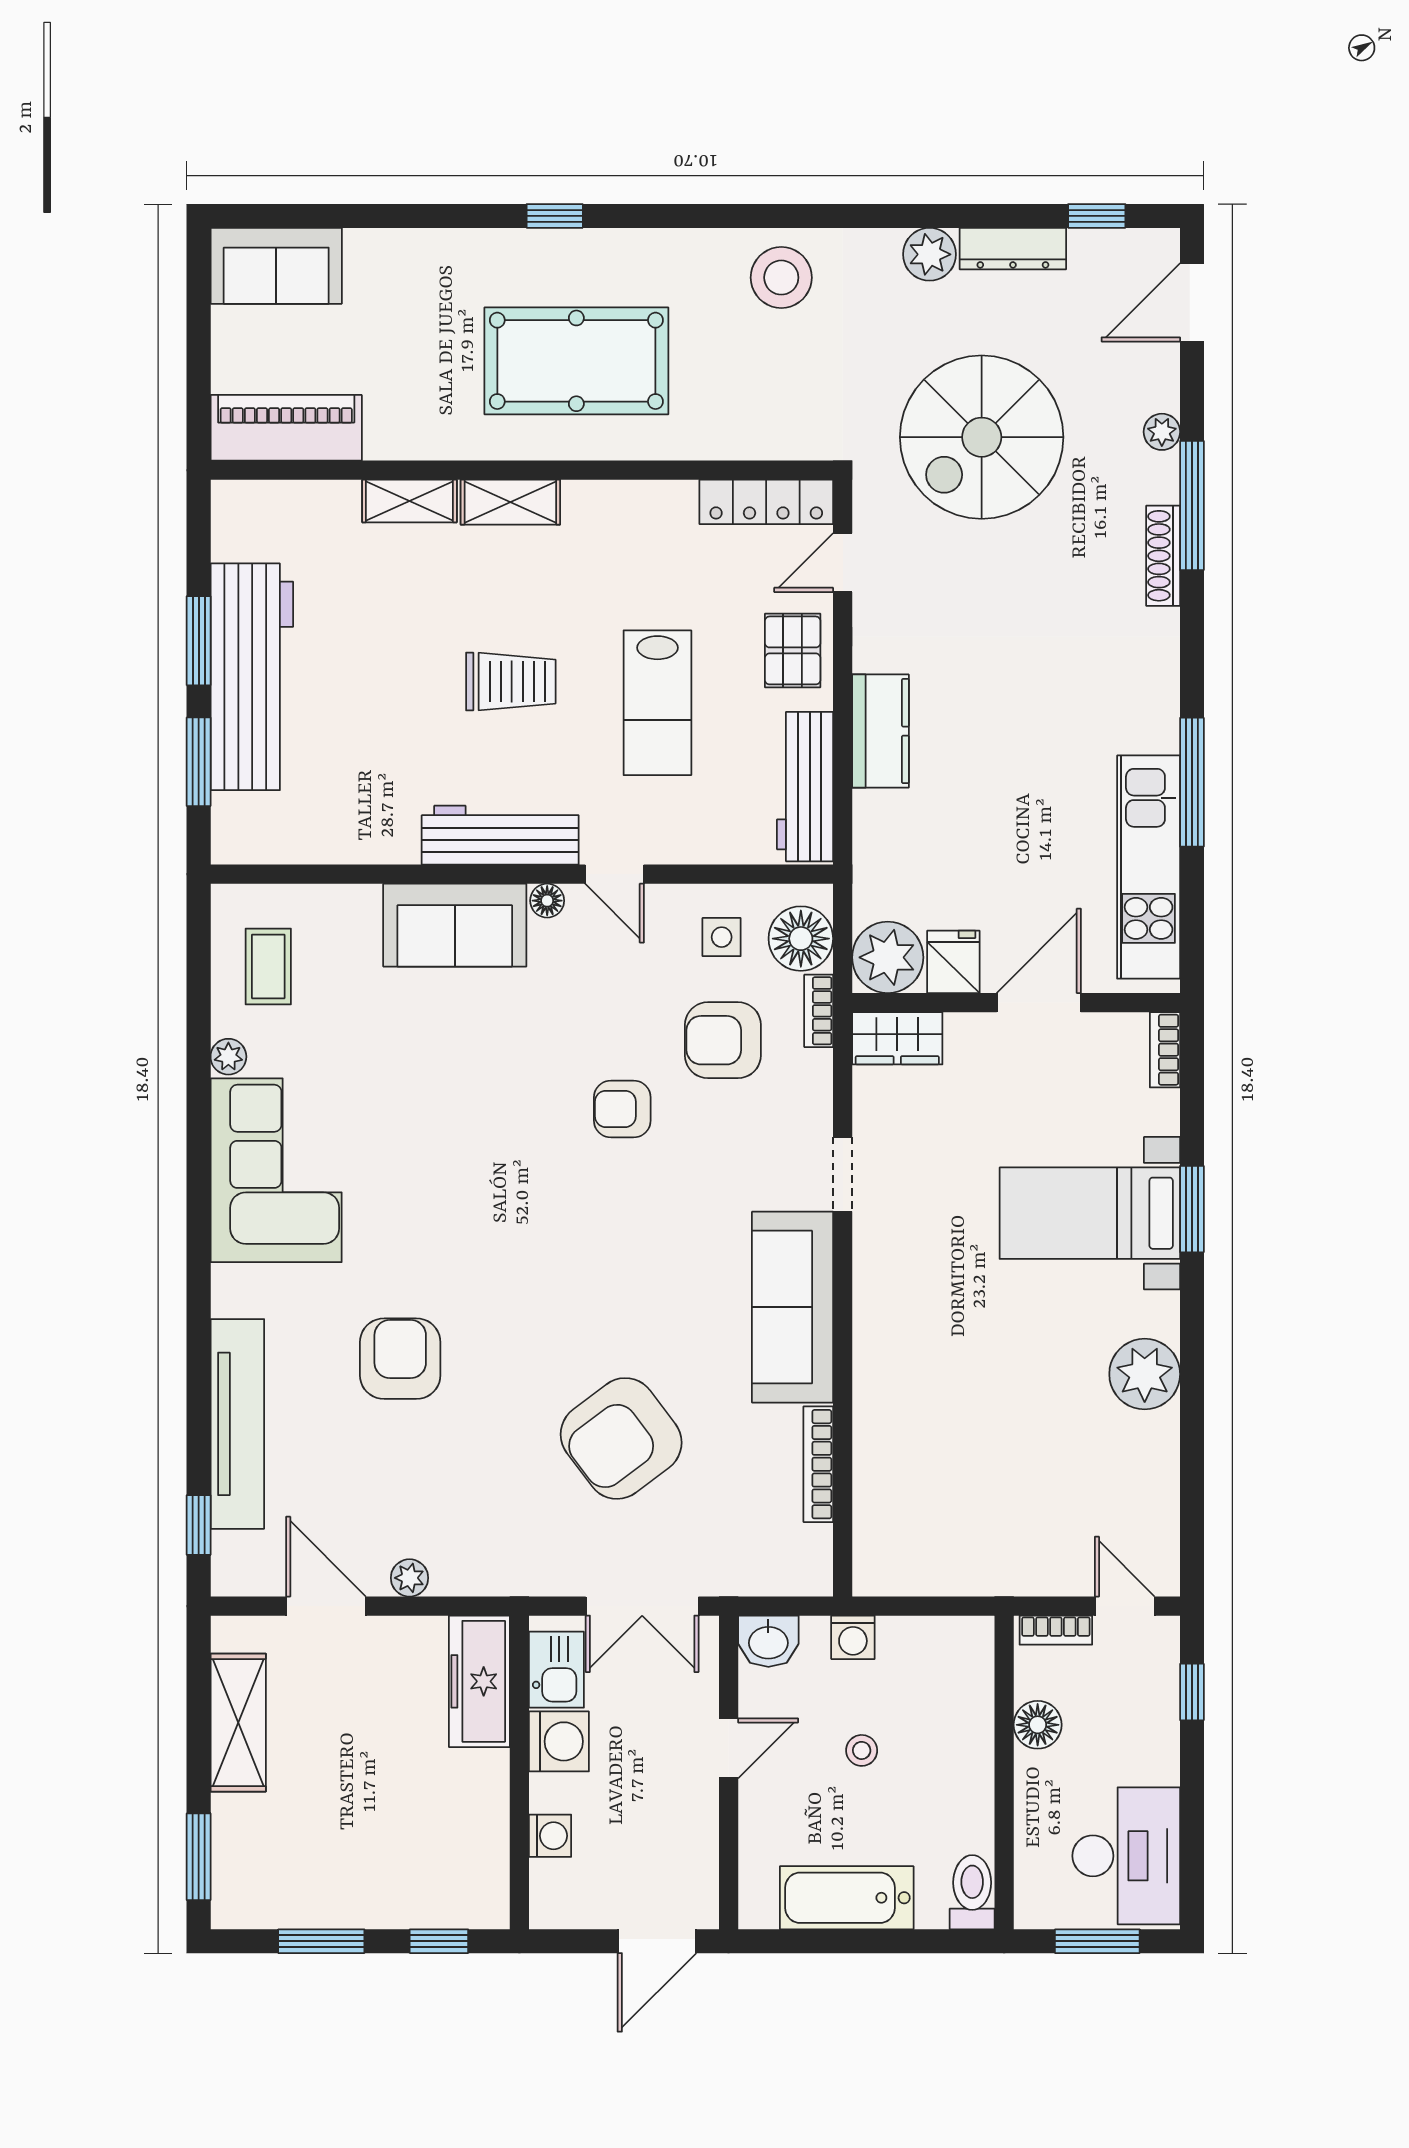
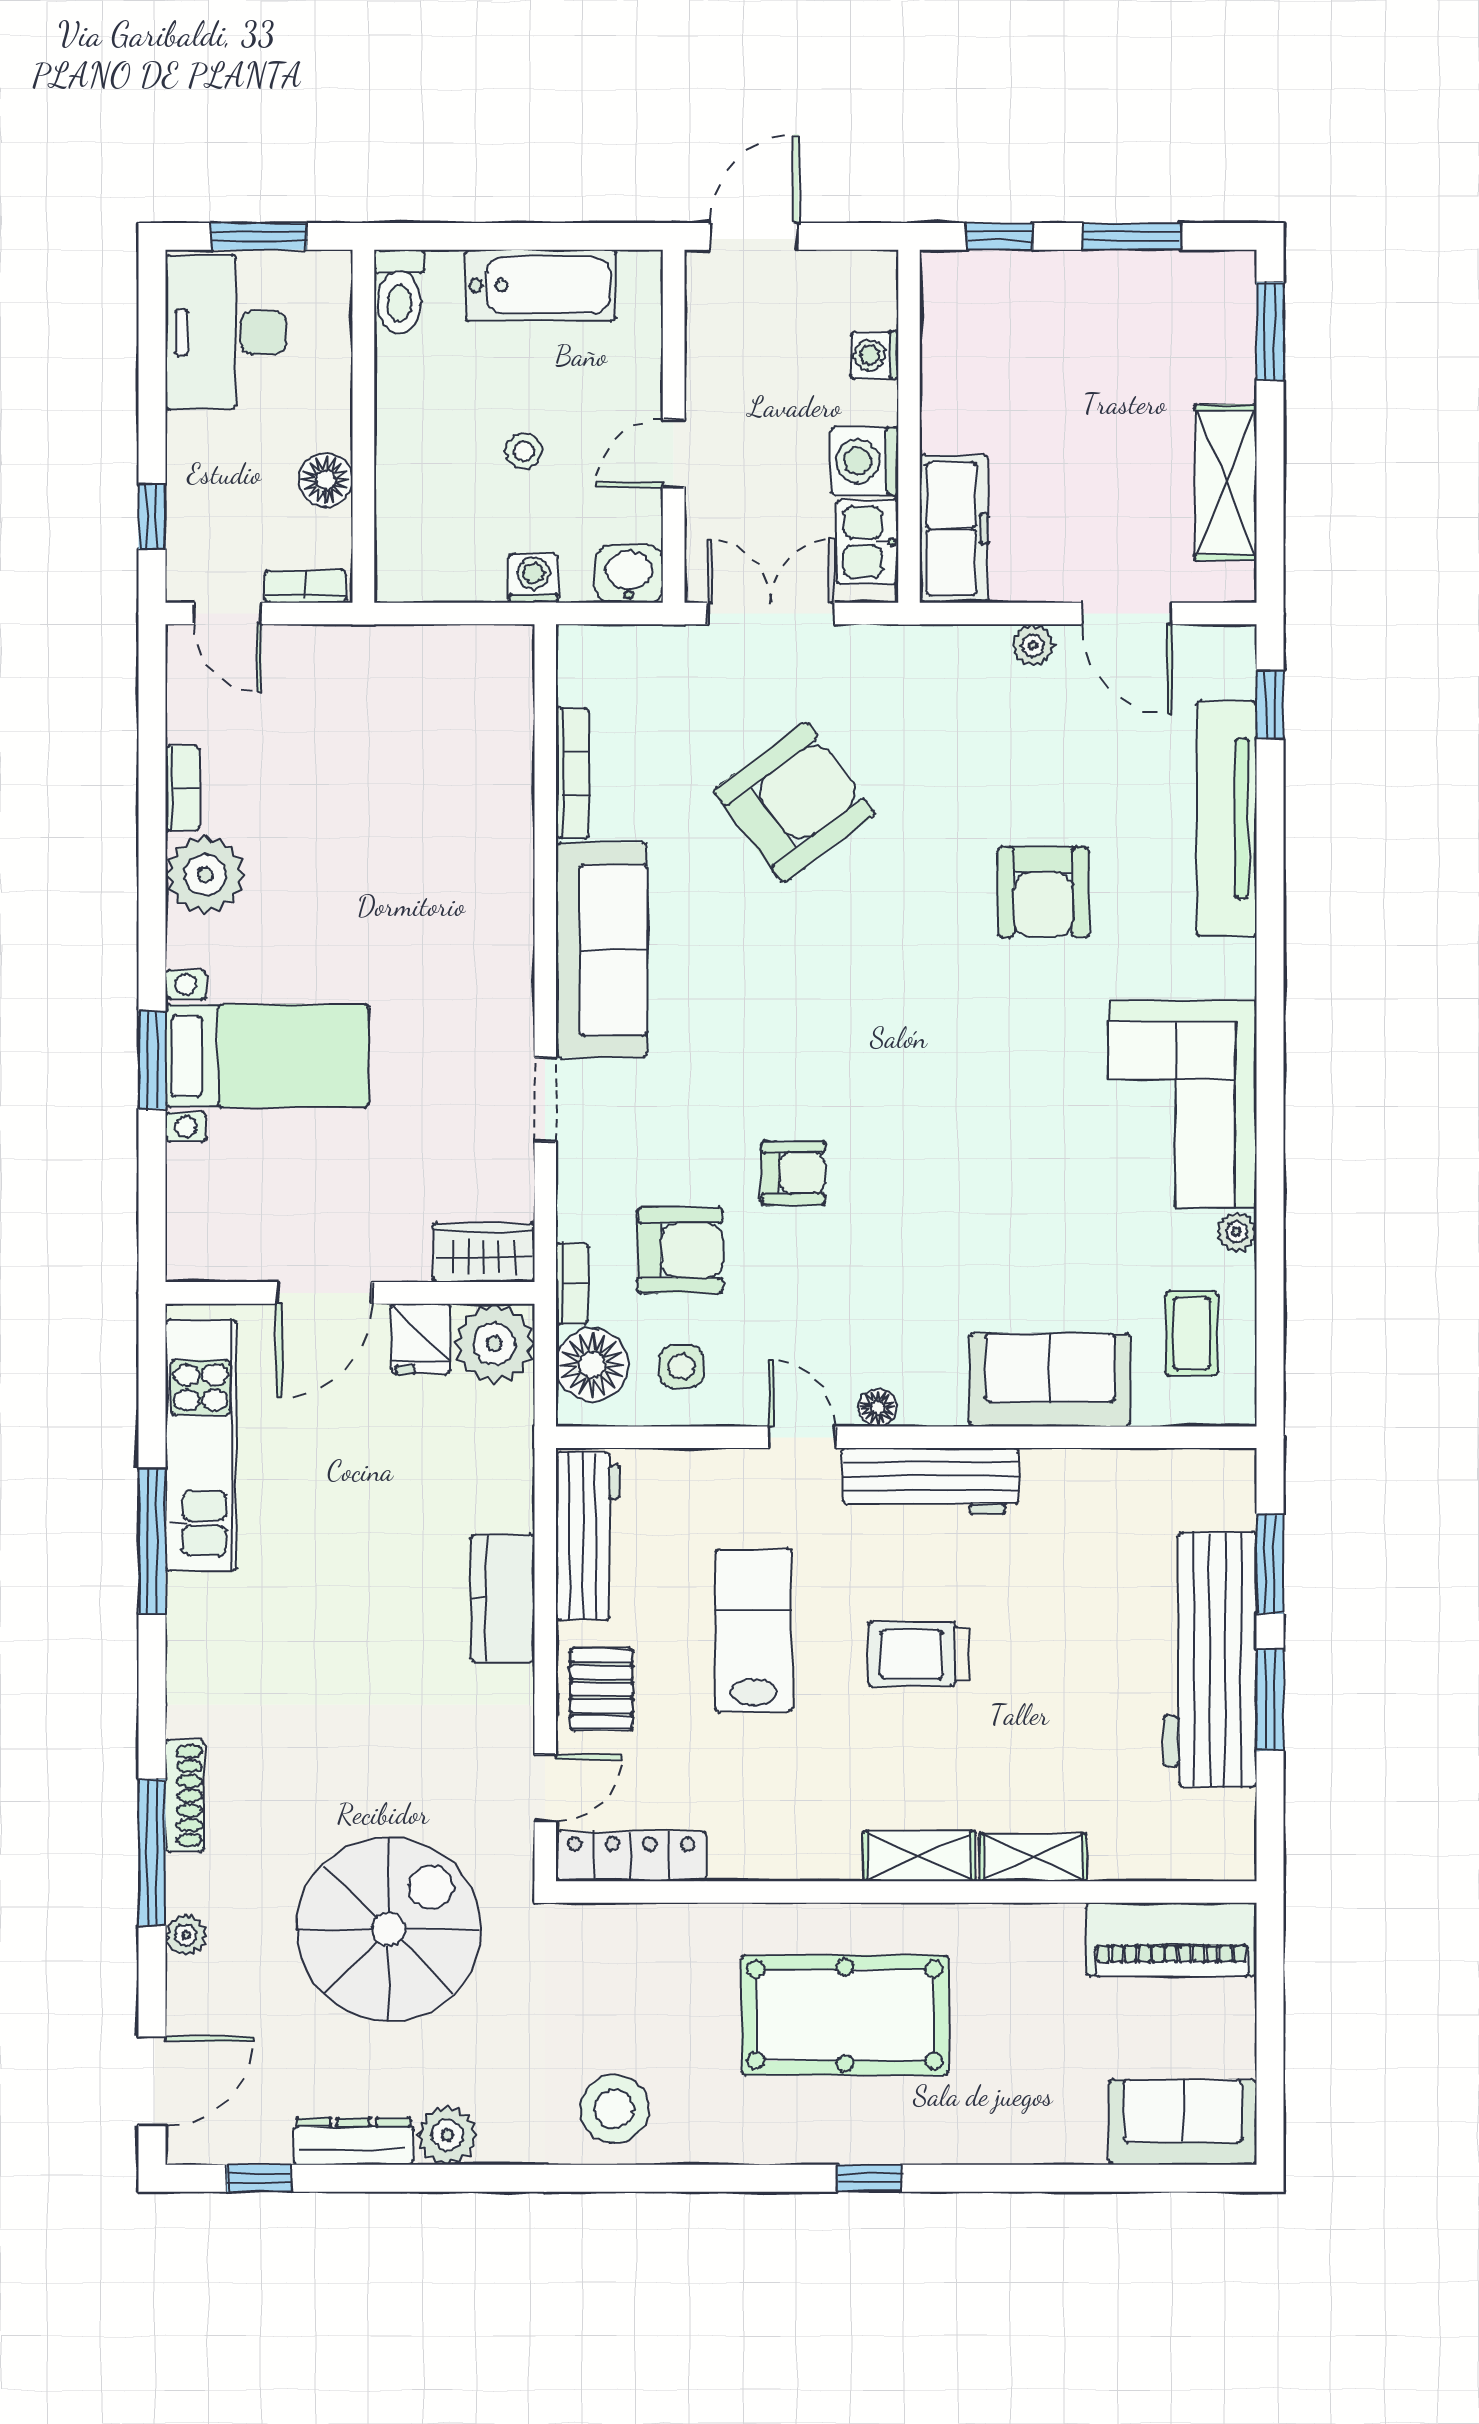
sofa: (455, 925) -> (1050, 1380), moved
bookcase: (1165, 1050) -> (182, 788), moved

